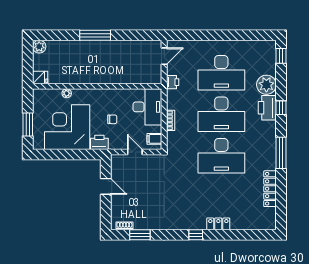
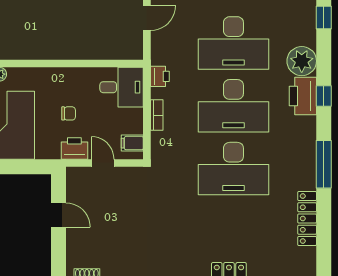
printer: (173, 82) -> (160, 76), moved
desk: (147, 107) -> (122, 87), width x0.73
printer: (99, 142) -> (74, 148), moved

